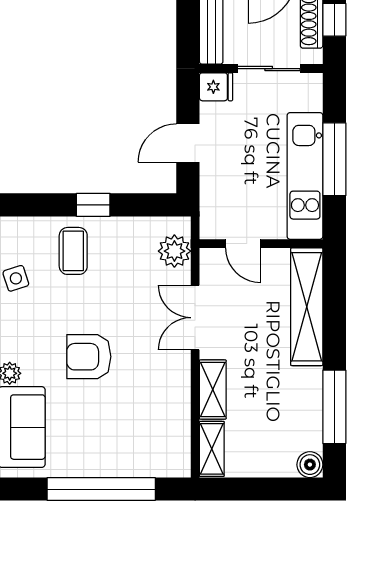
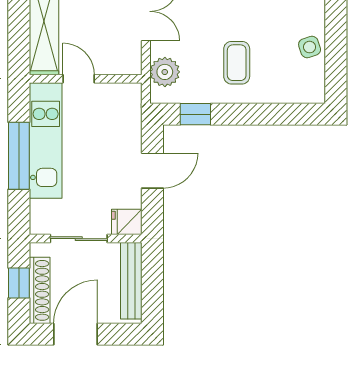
window: (93, 205) -> (195, 114), moved
door: (243, 244) -> (79, 79), moved
coffee table: (73, 251) -> (237, 63), moved

